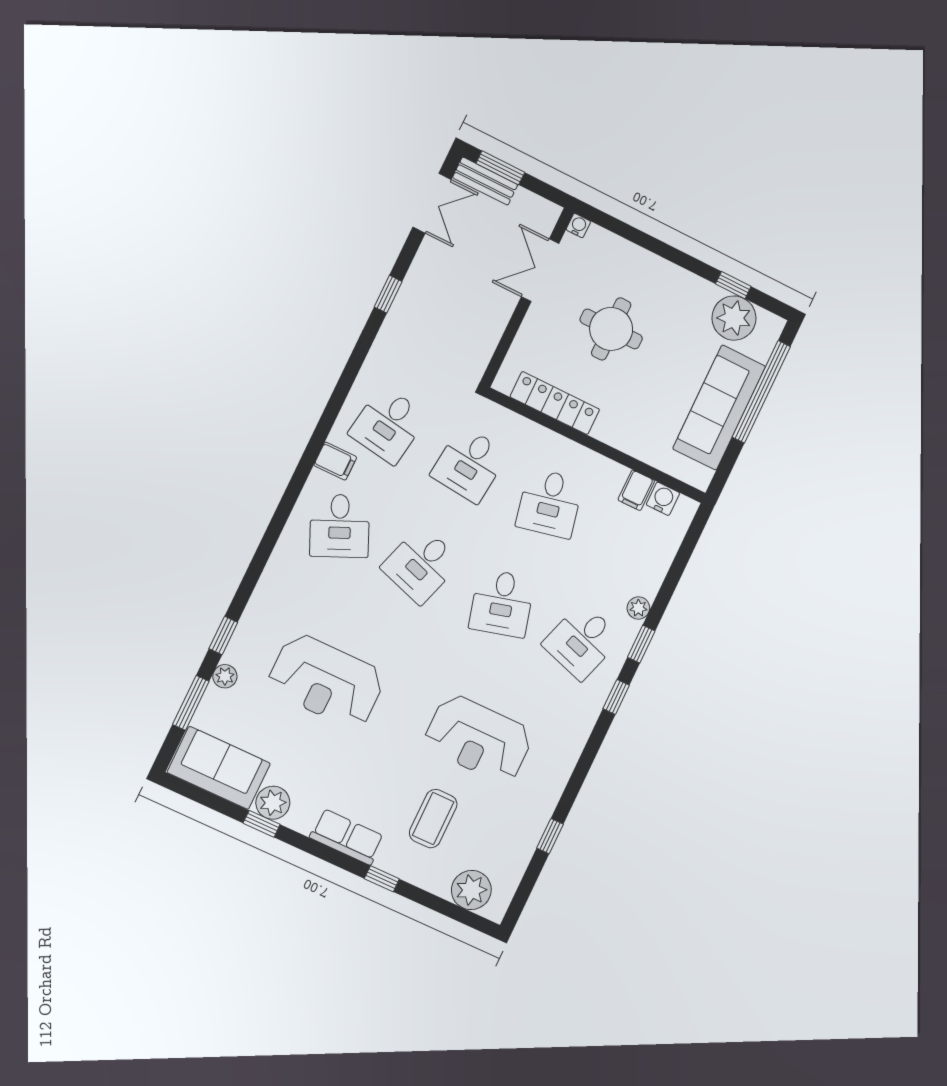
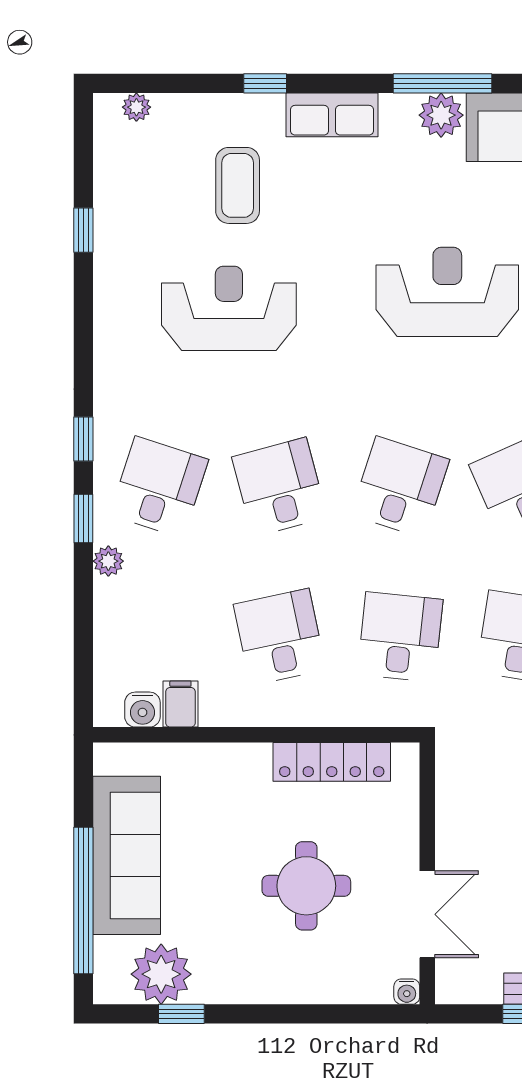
window: (262, 824) -> (442, 83), width x2.17
plant: (471, 890) -> (136, 107), width x0.53, depth x0.53

